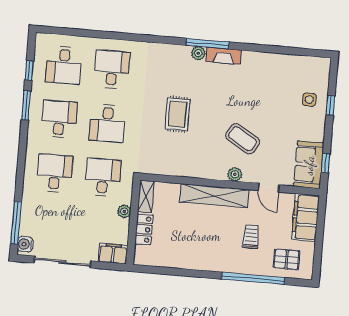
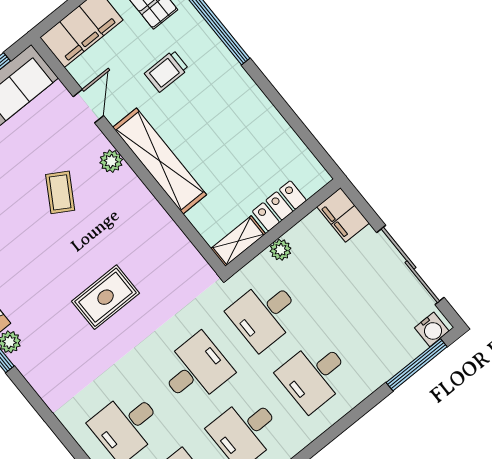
coffee table: (243, 139) -> (60, 192), width x0.73, depth x0.77

